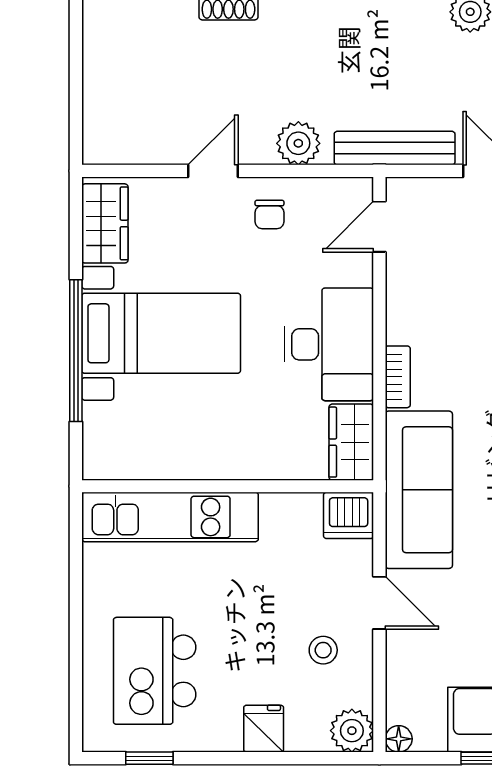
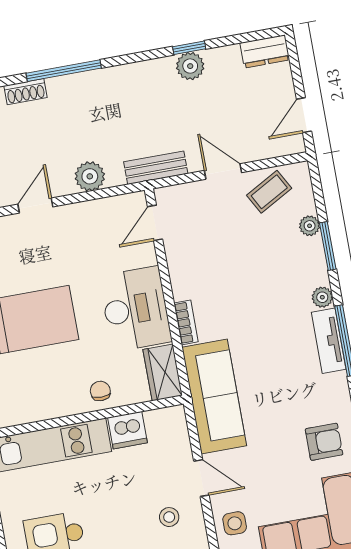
bench: (395, 148) -> (156, 168), width x0.73
chair: (269, 215) -> (100, 391), moved, turned 180
dishwasher: (349, 515) -> (128, 430), moved
side table: (415, 676) -> (235, 523), added

